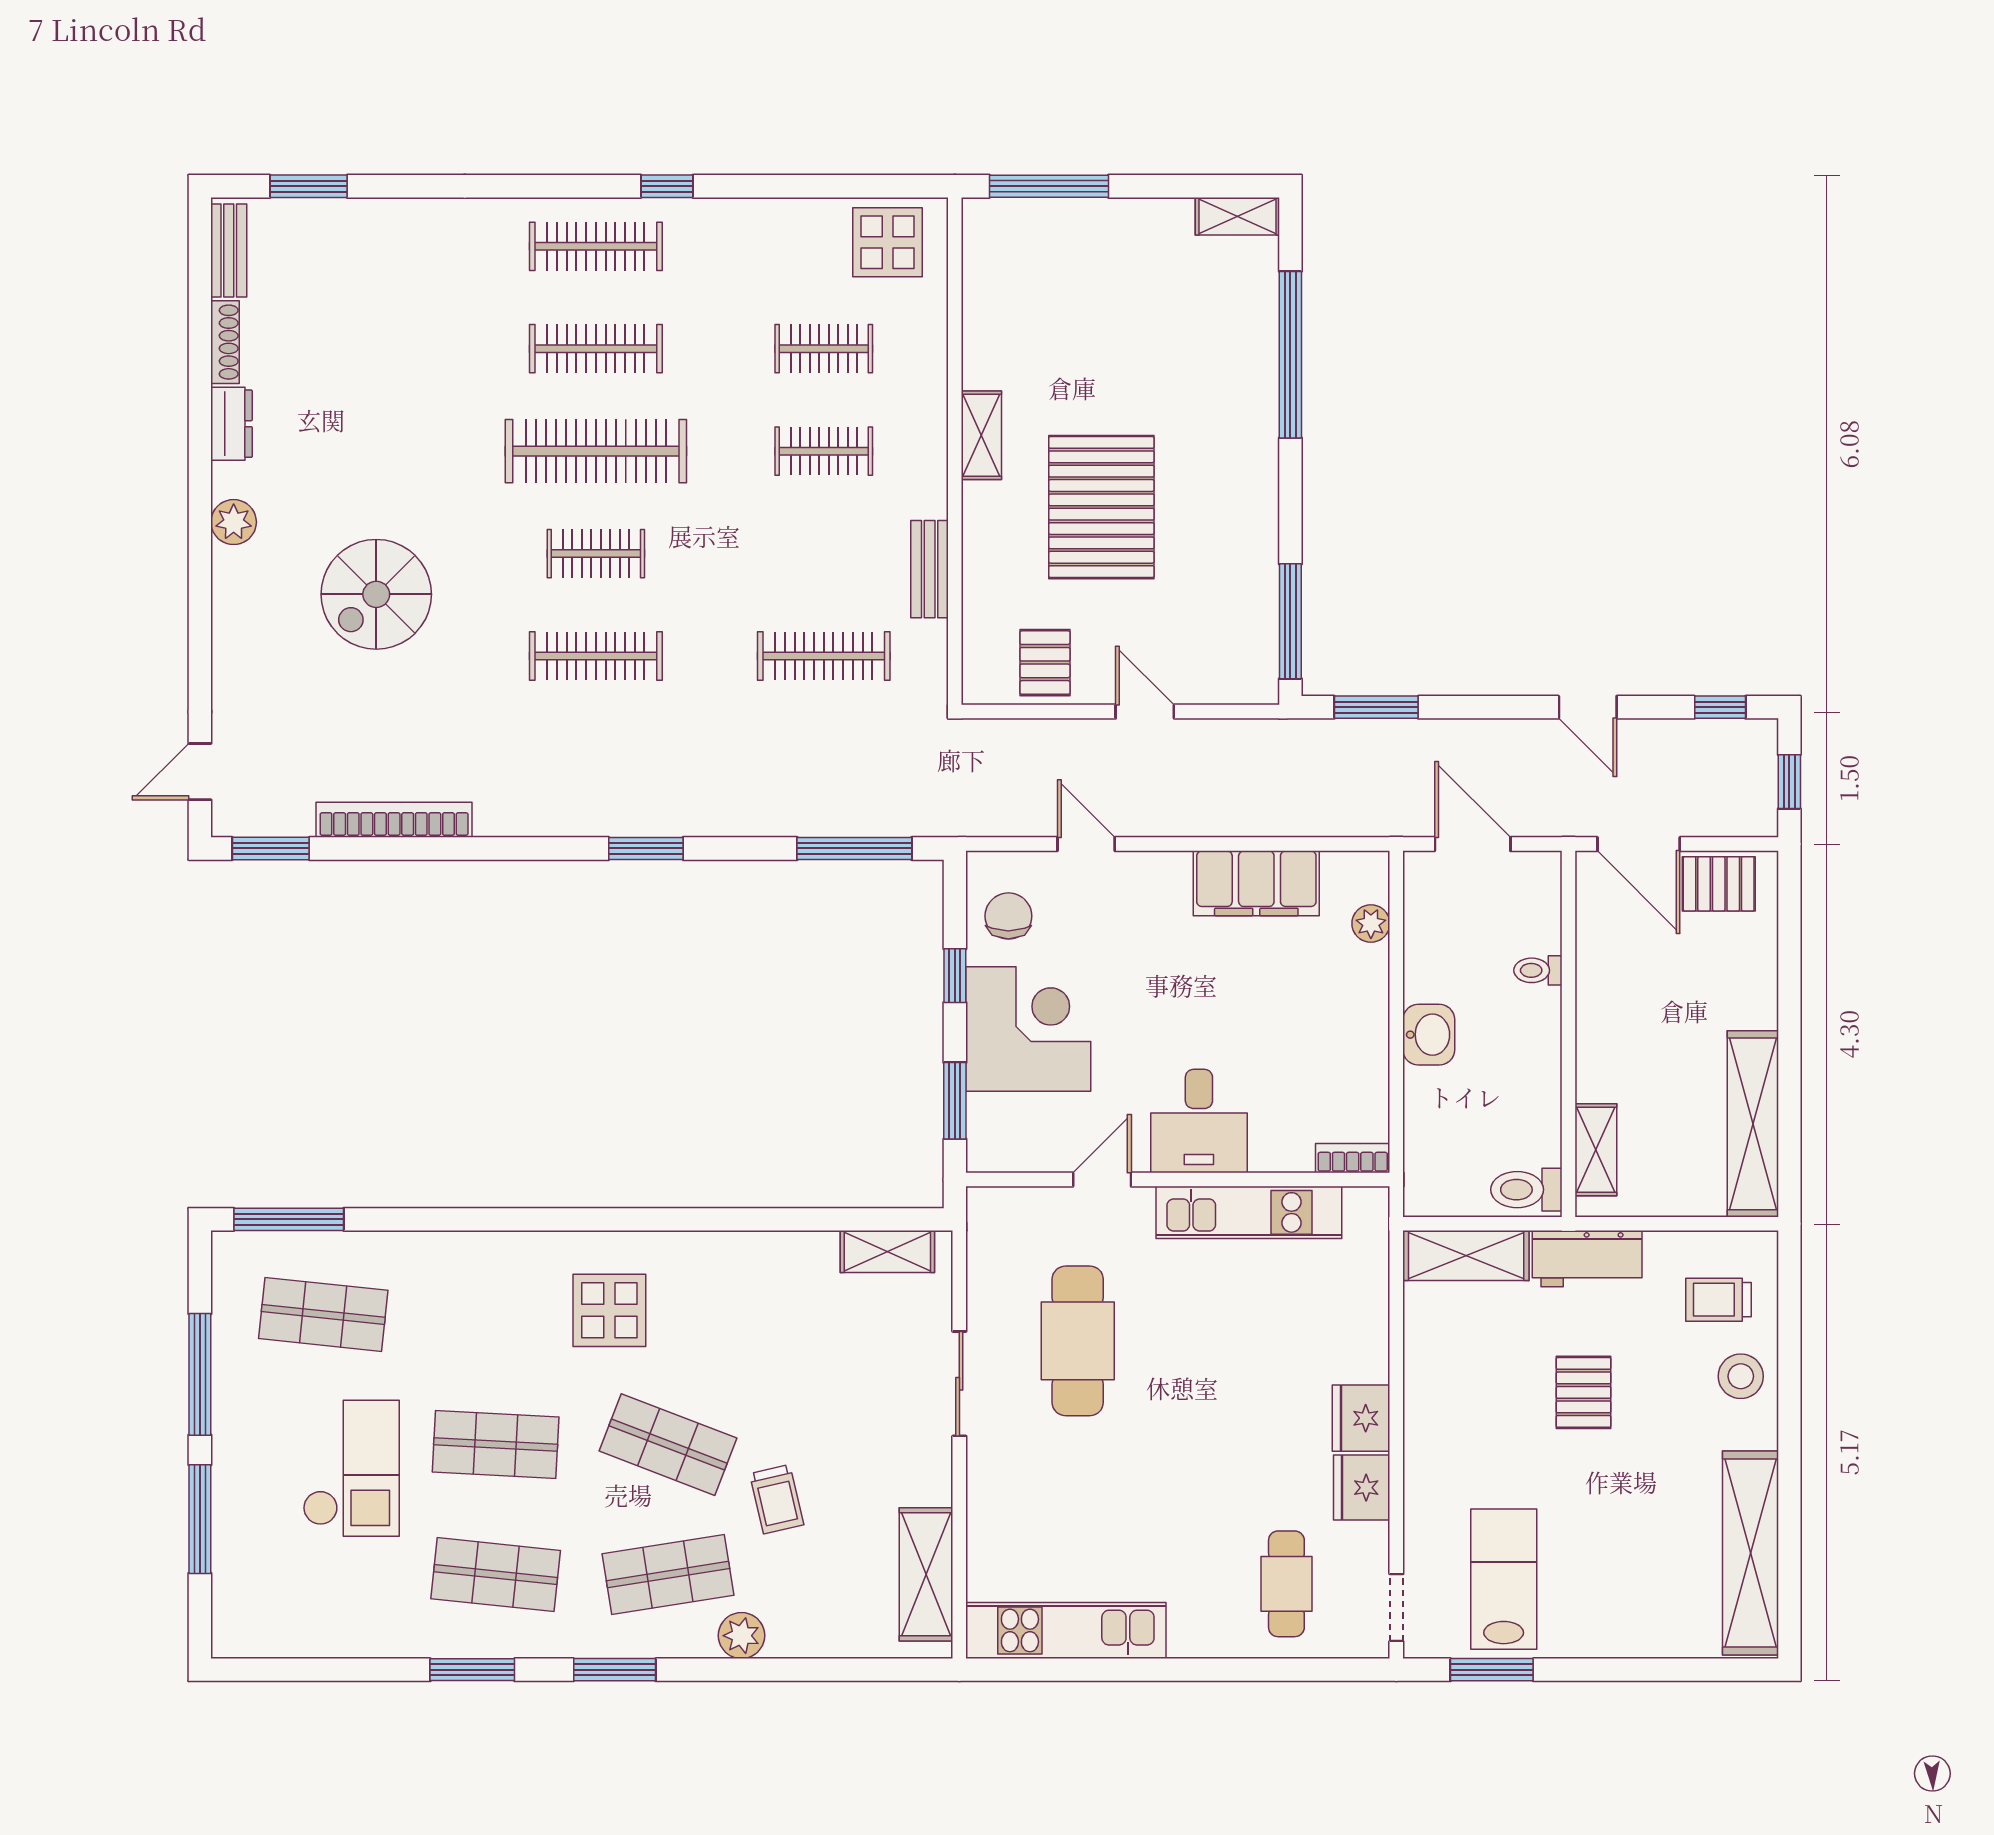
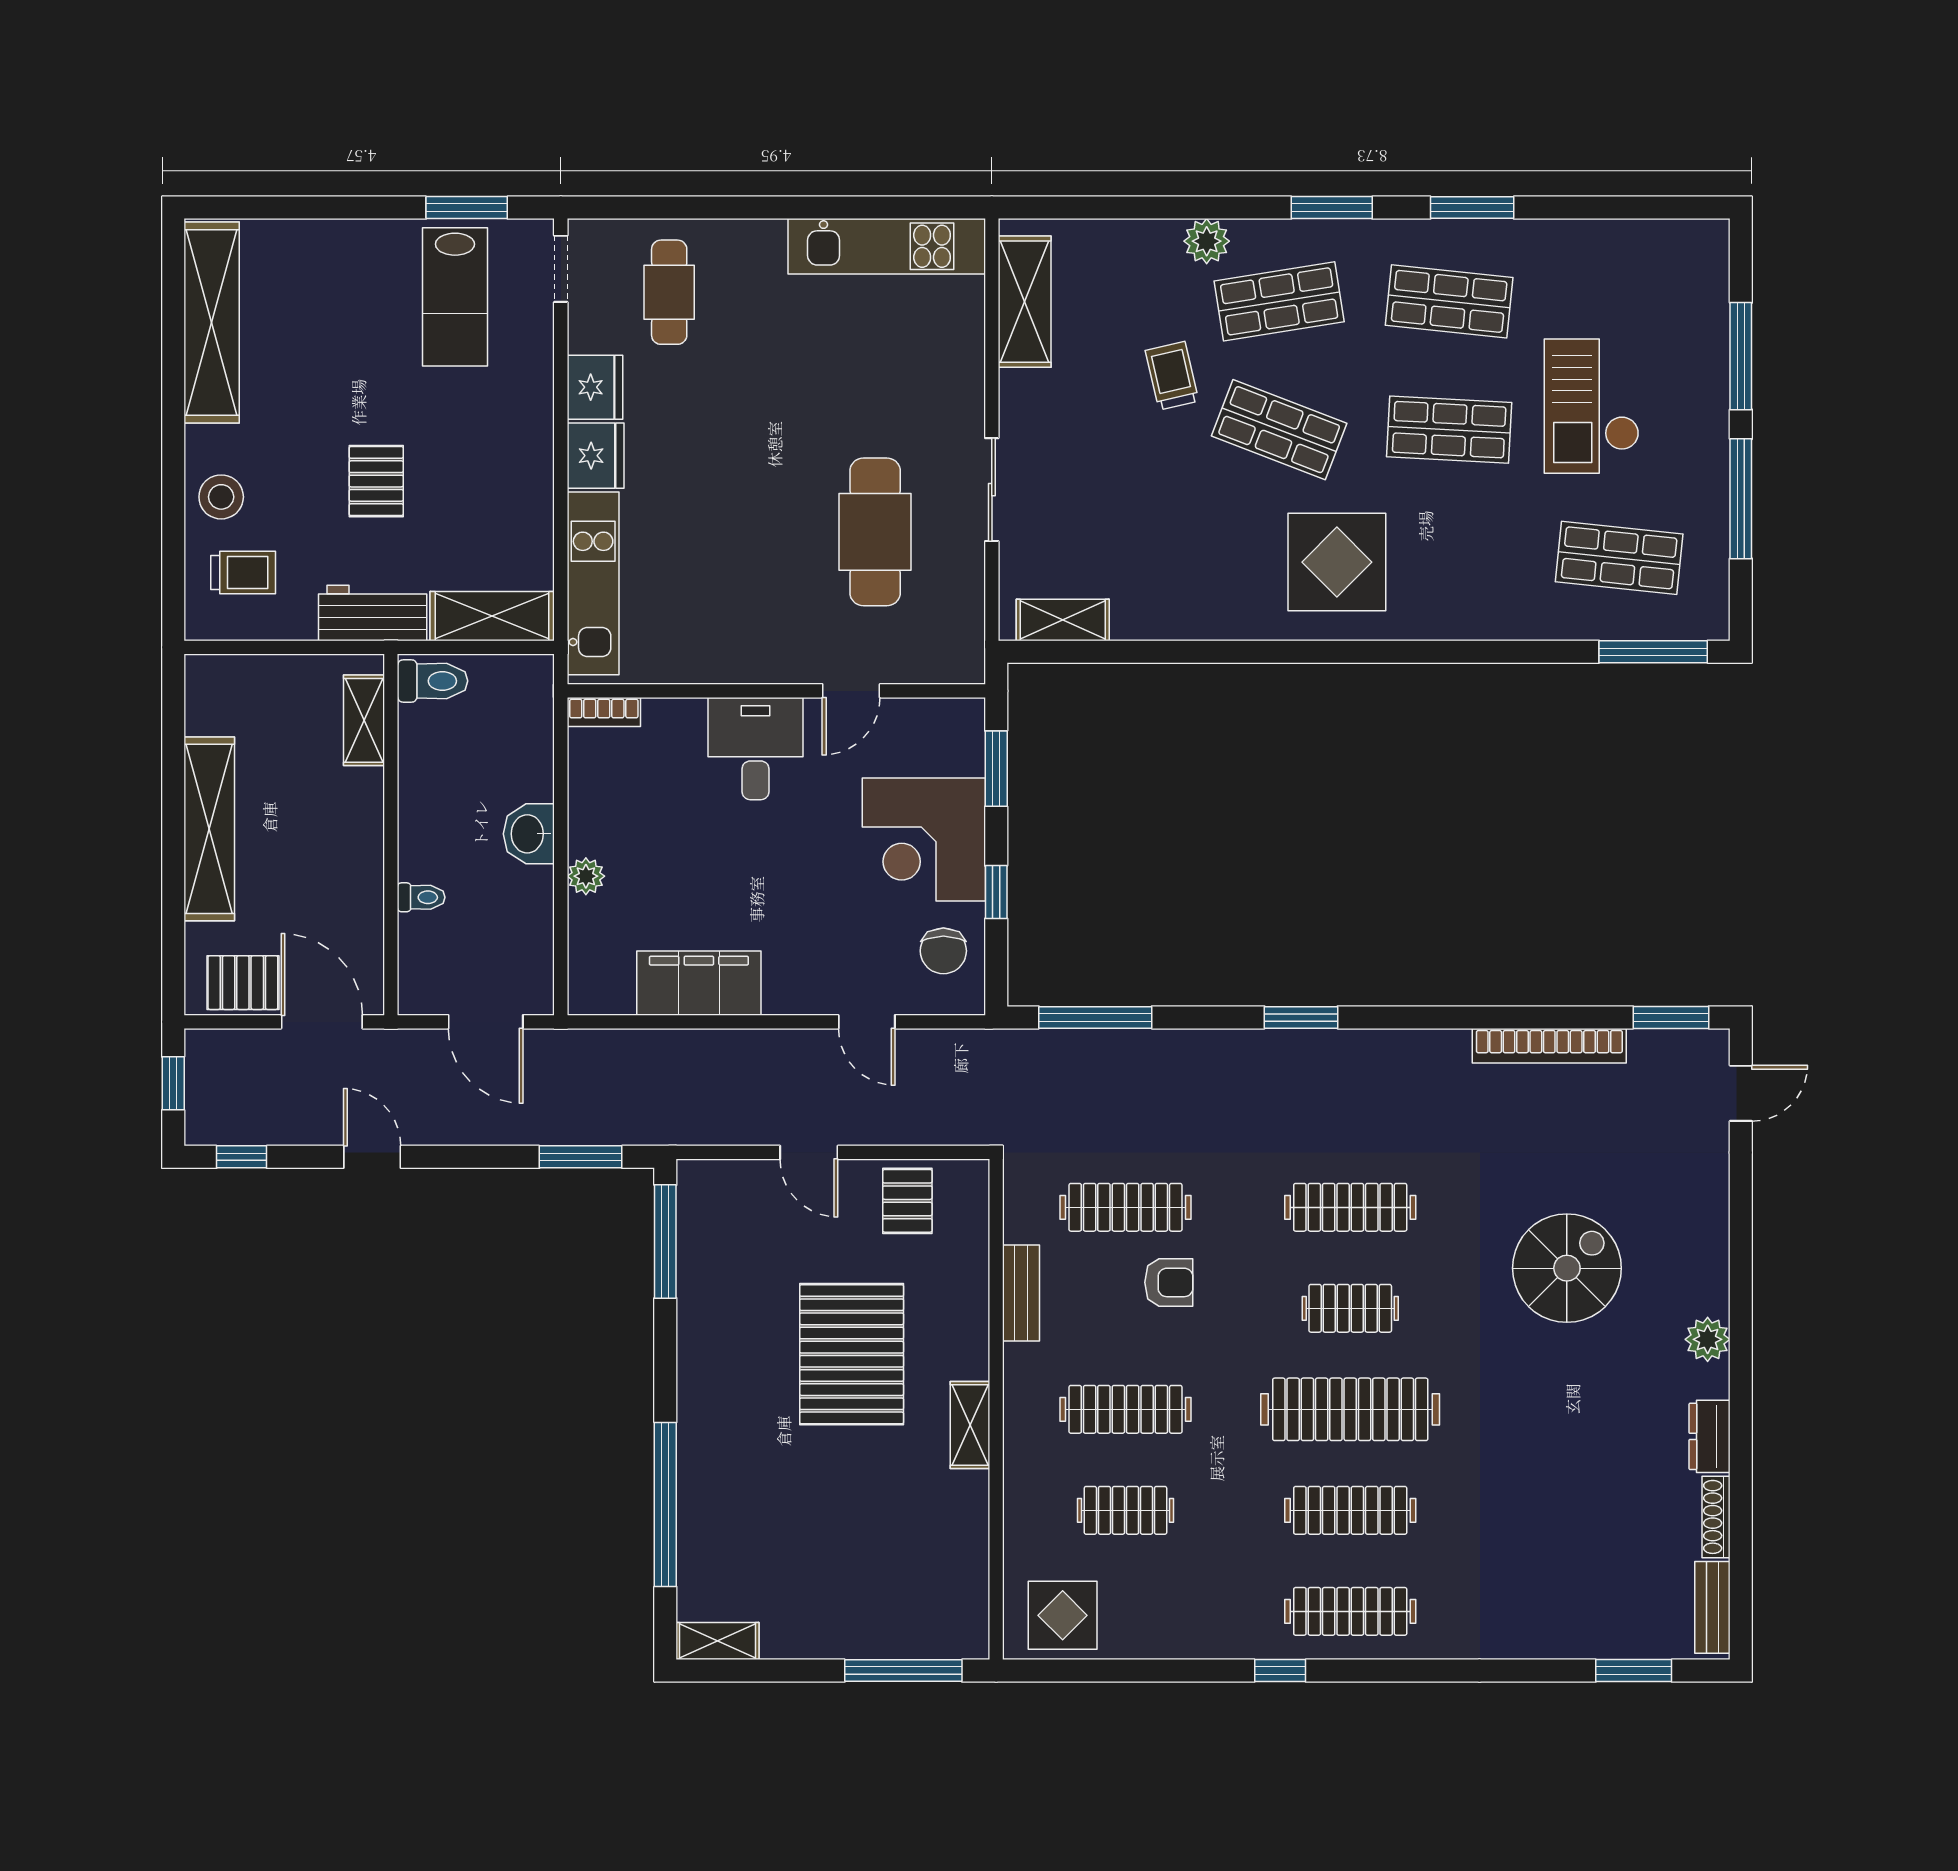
clothes rail: (824, 451) -> (1125, 1409), width x1.36
armchair: (780, 580) -> (1169, 1282), added
plant: (1371, 924) -> (586, 876), moved
shelving: (1753, 1124) -> (209, 829), moved
kitchen unit: (1249, 1212) -> (593, 583), moved, turned 90
display table: (609, 1310) -> (1337, 562), width x1.36, depth x1.36

